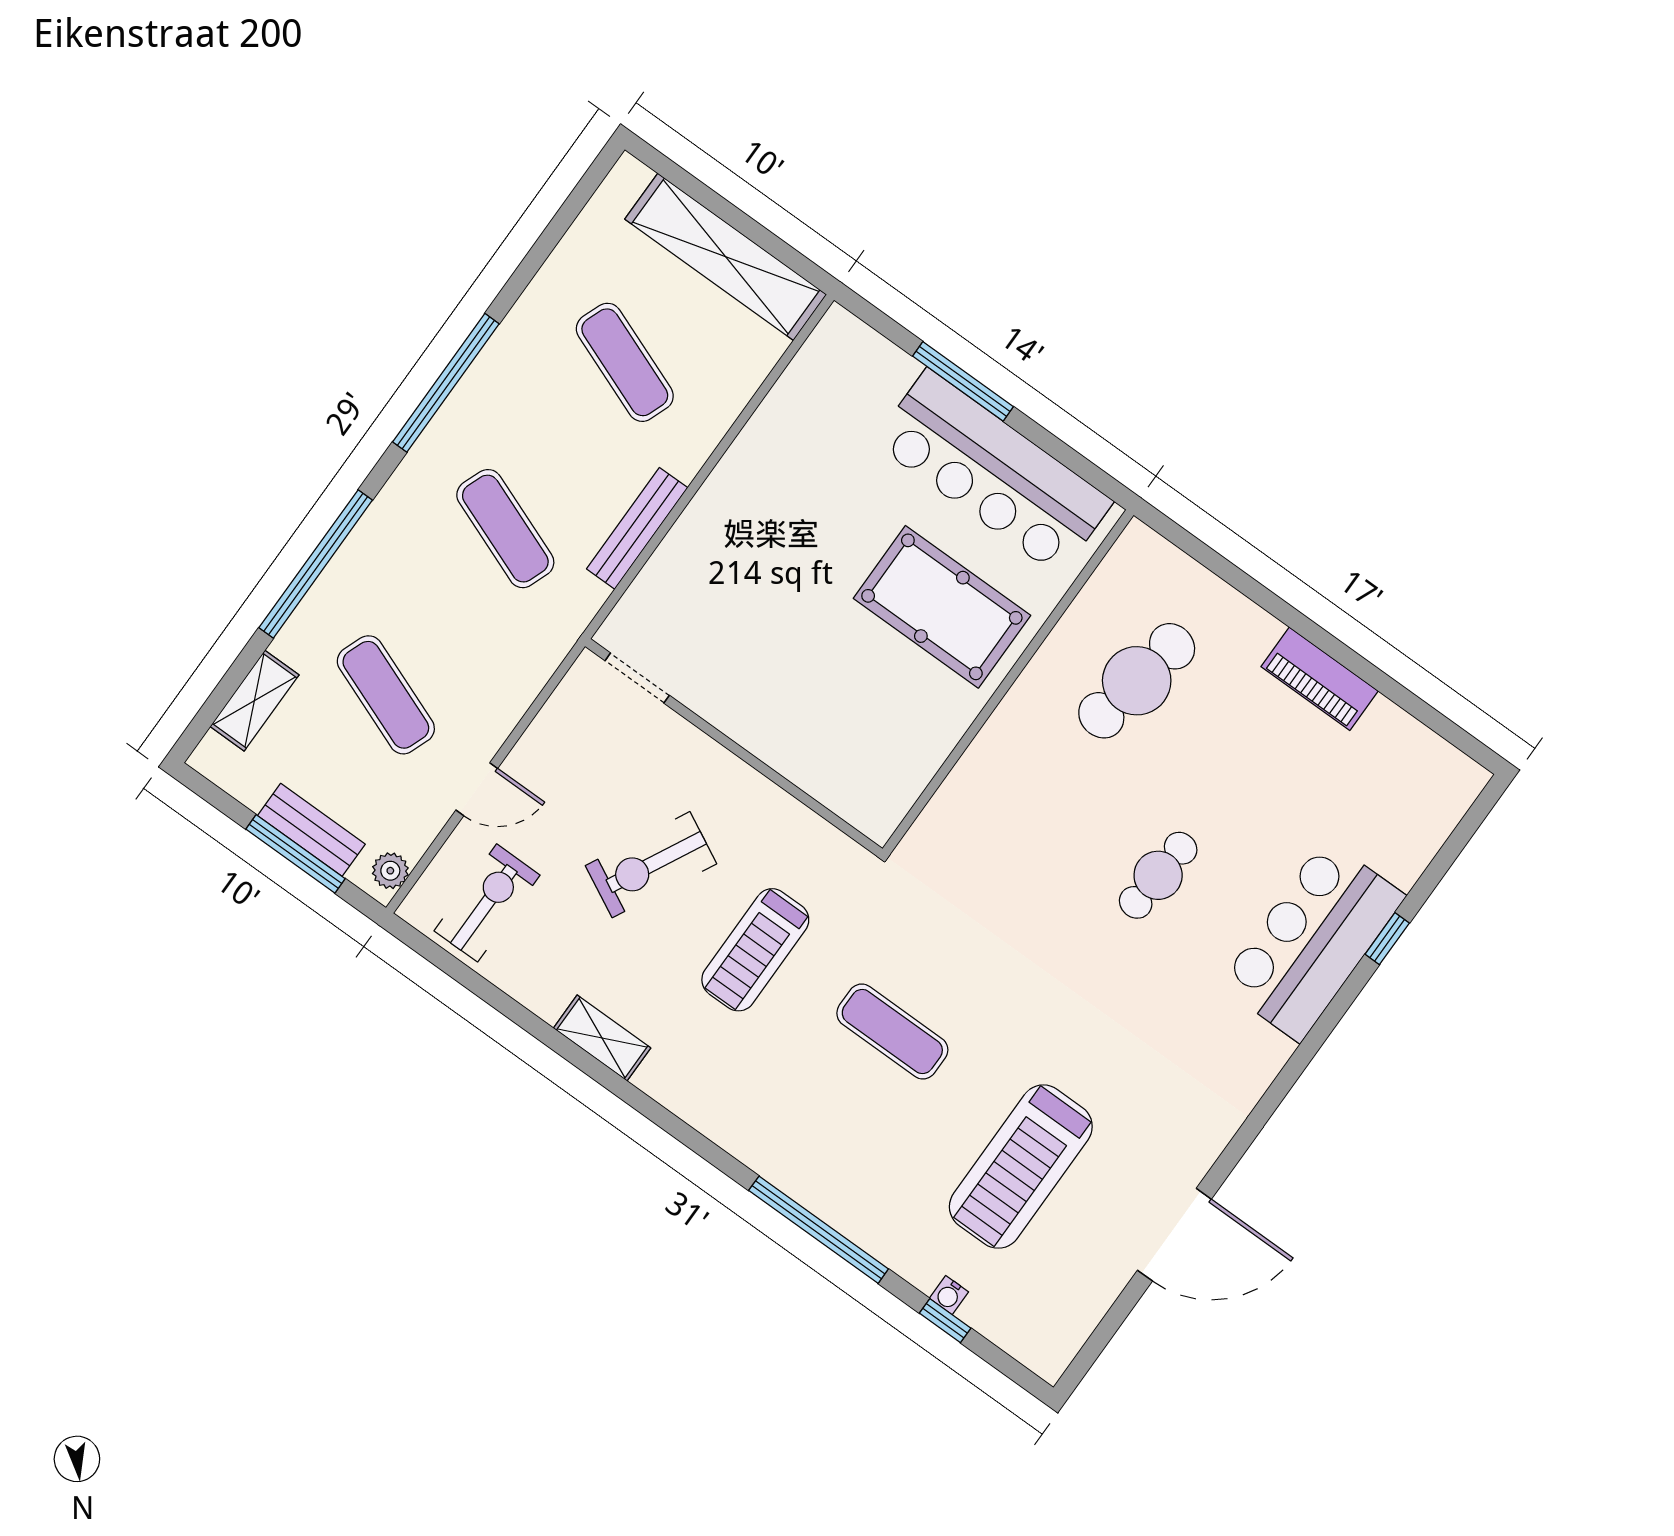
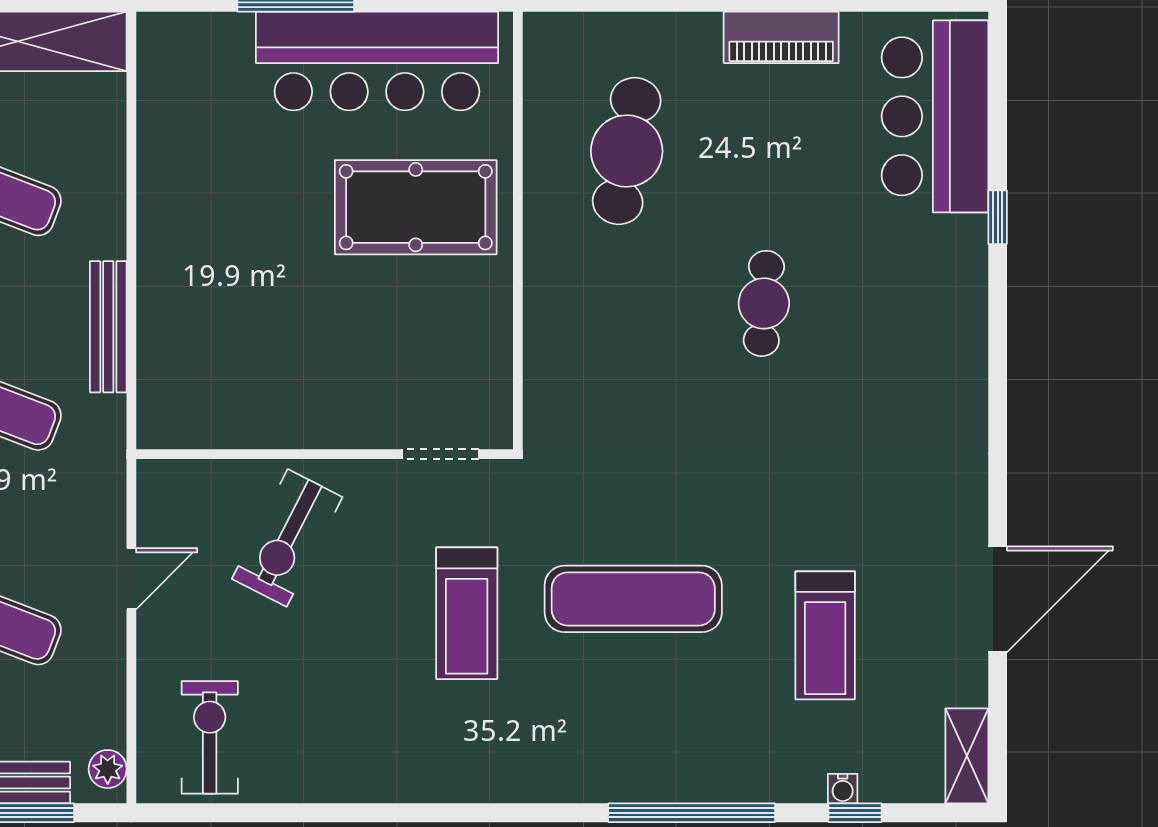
doorway: (637, 678) -> (440, 454), moved
door: (477, 789) -> (131, 579), moved
exercise bike: (651, 865) -> (287, 538), moved
bar counter: (1312, 940) -> (935, 116), moved
exercise mat: (892, 1031) -> (633, 599), width x1.36, depth x1.45
shelving: (602, 1038) -> (967, 756), moved, turned 90
treadmill: (1021, 1167) -> (825, 635), width x0.73, depth x0.73

